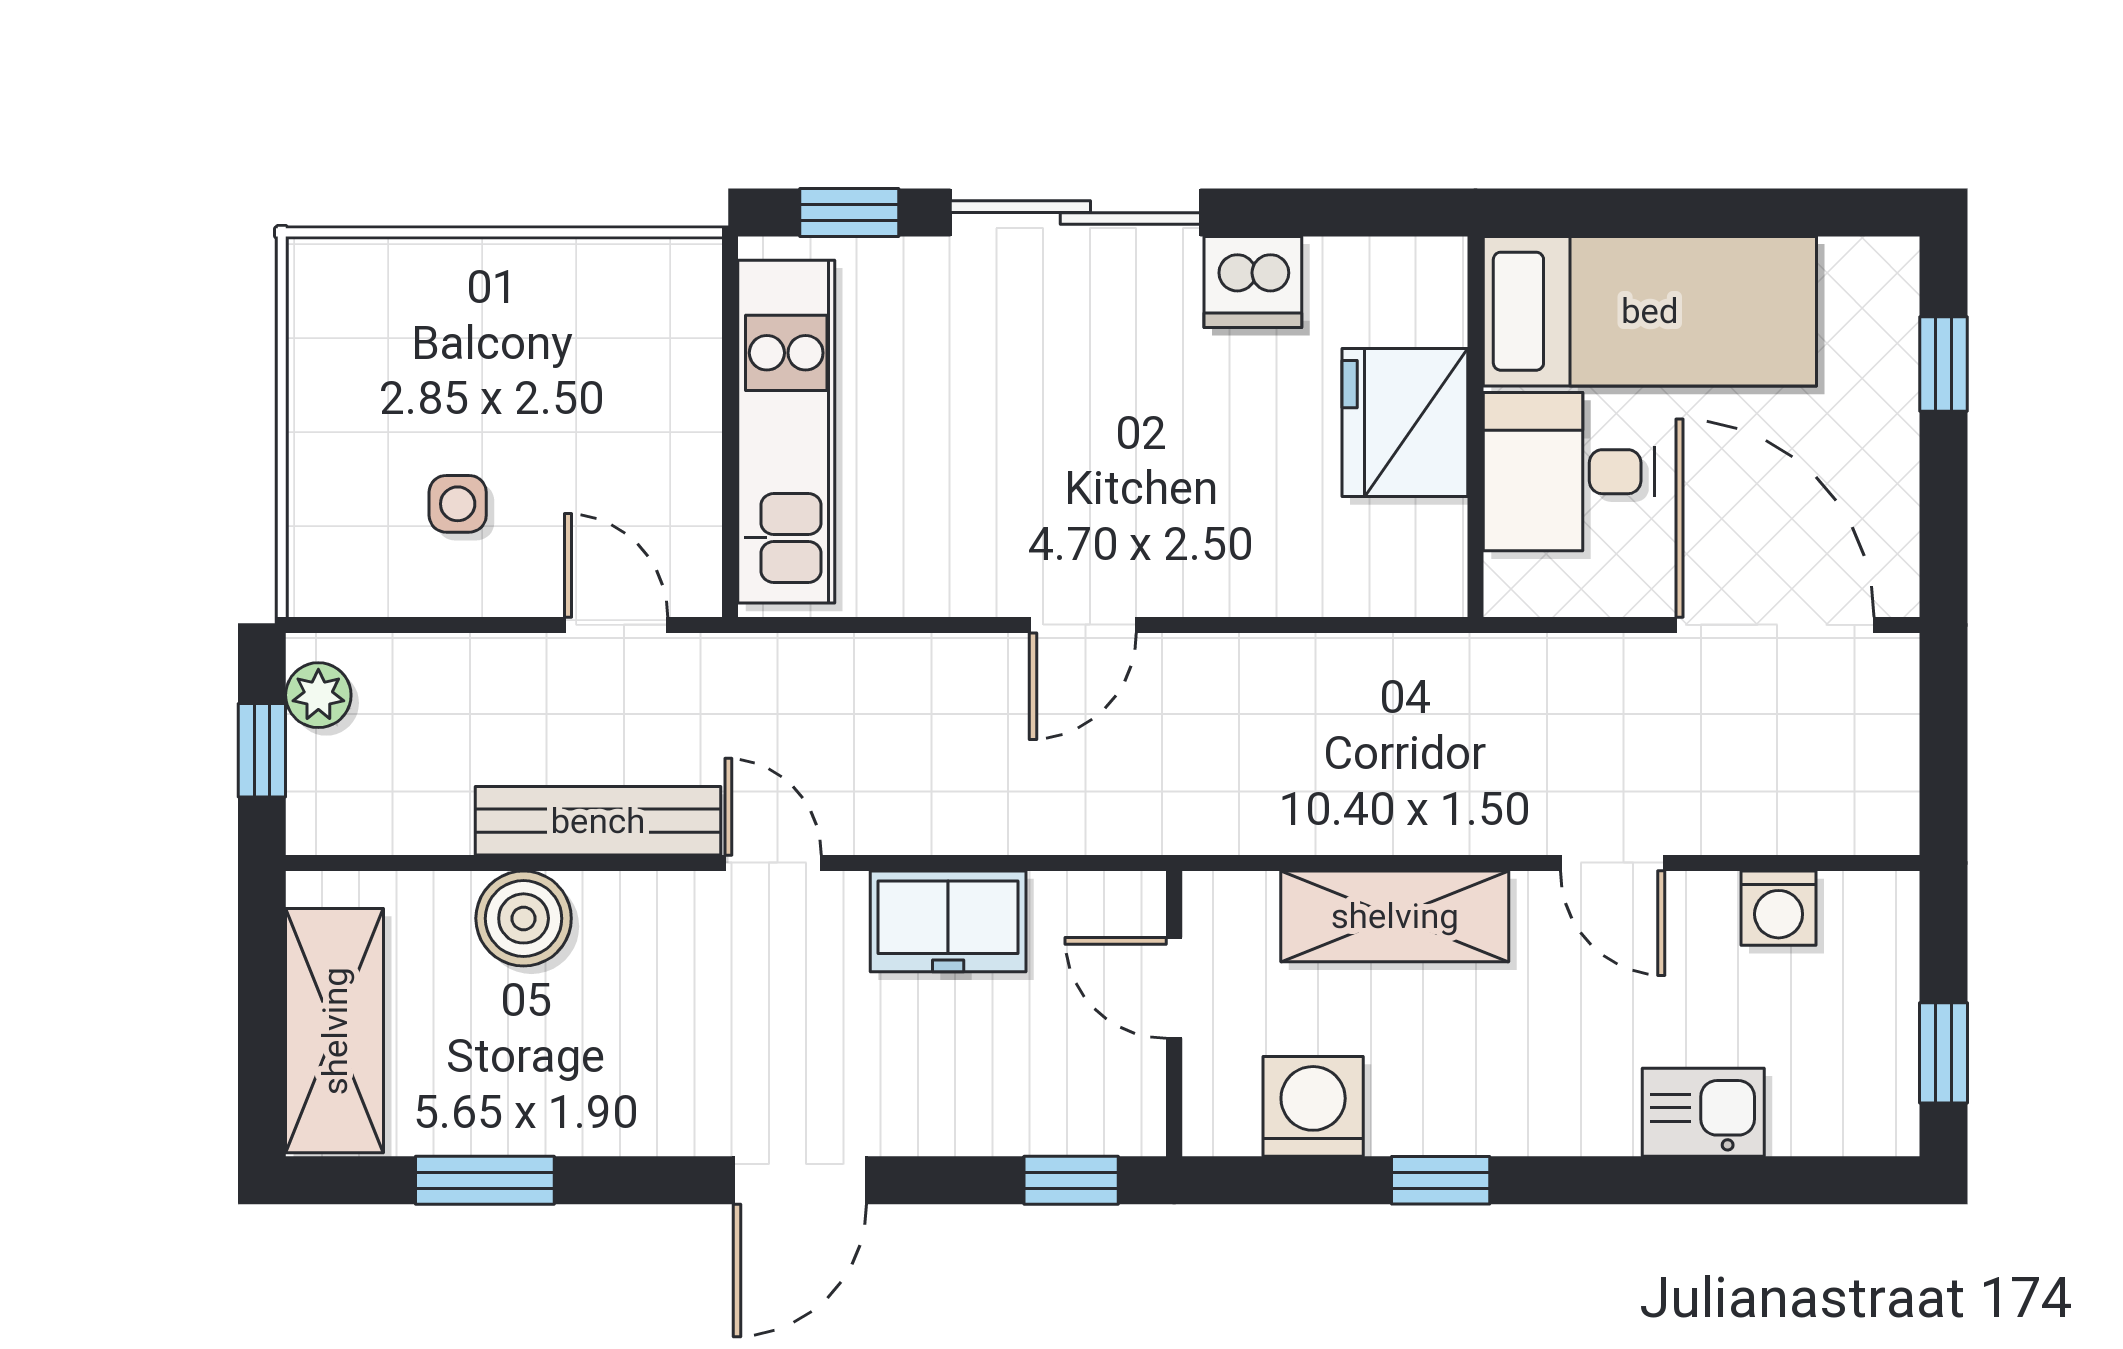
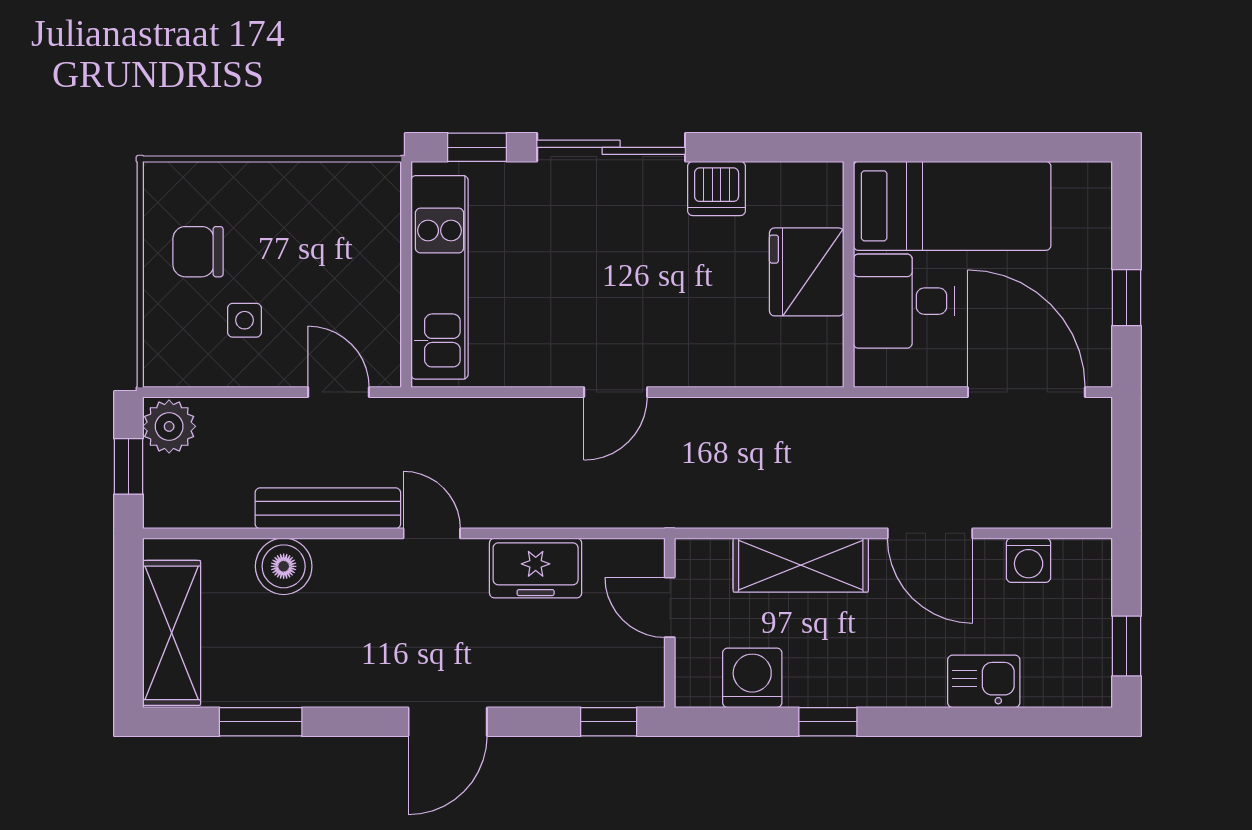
window: (1944, 364) -> (1126, 298), moved
chair: (379, 388) -> (198, 252), added
plant: (318, 695) -> (169, 426), width x1.38, depth x1.38
door: (1613, 863) -> (930, 533), width x1.38

